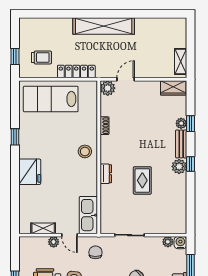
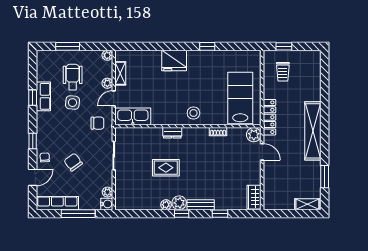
window: (152, 14) -> (325, 177), added
shelving: (181, 62) -> (307, 204), moved
locker: (76, 72) -> (270, 117), moved
lab bench: (51, 99) -> (240, 98), moved
plant: (181, 123) -> (166, 205), moved
plant: (24, 242) -> (107, 55), added

